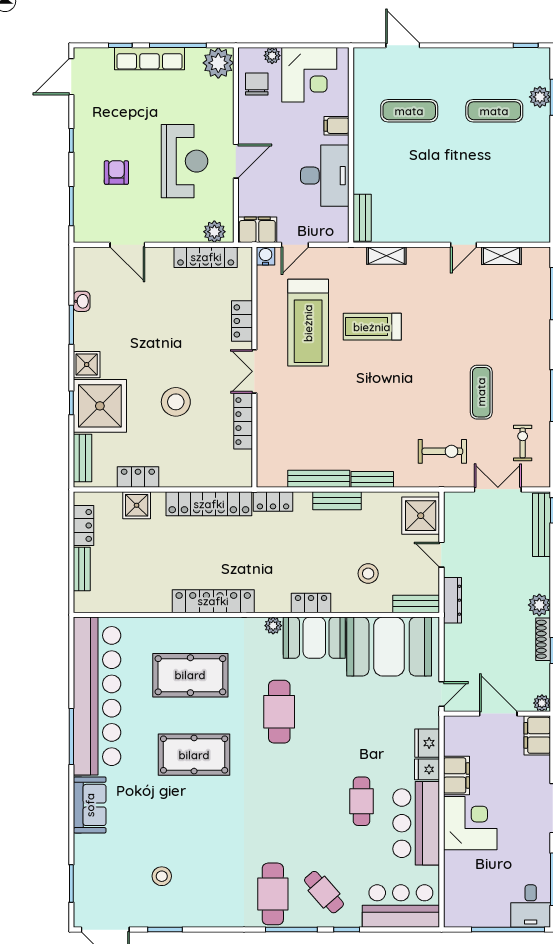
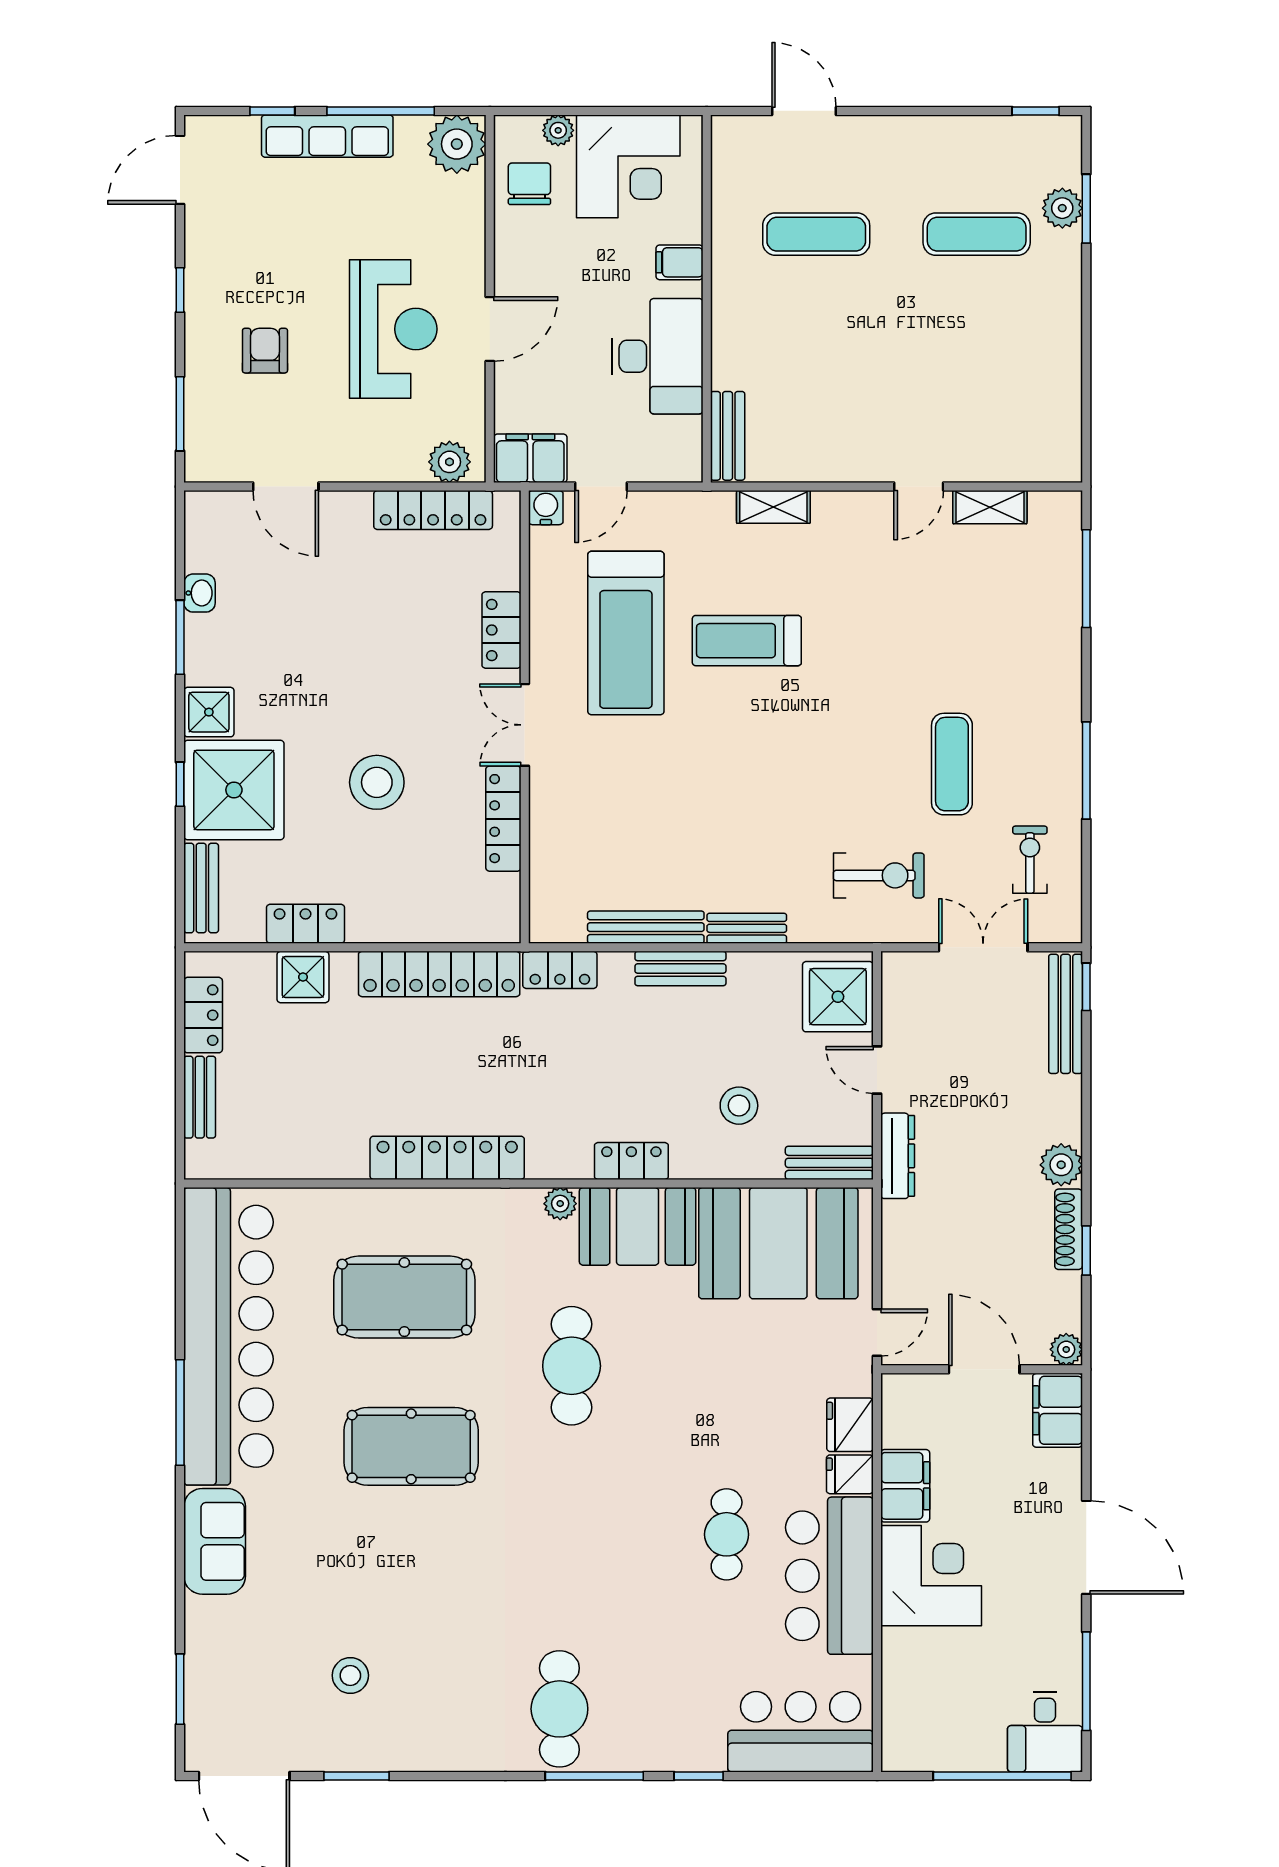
cafe table: (324, 892) -> (656, 1705), removed

